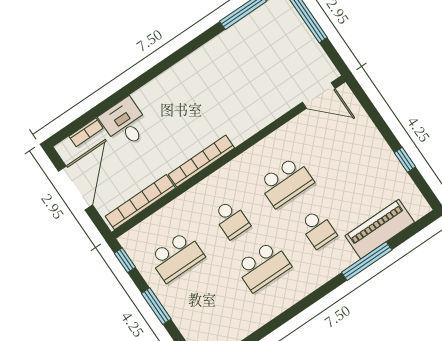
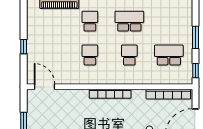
window: (405, 160) -> (24, 47), moved
bookcase: (201, 161) -> (110, 94), moved
school desk: (286, 182) -> (90, 55), width x0.54

